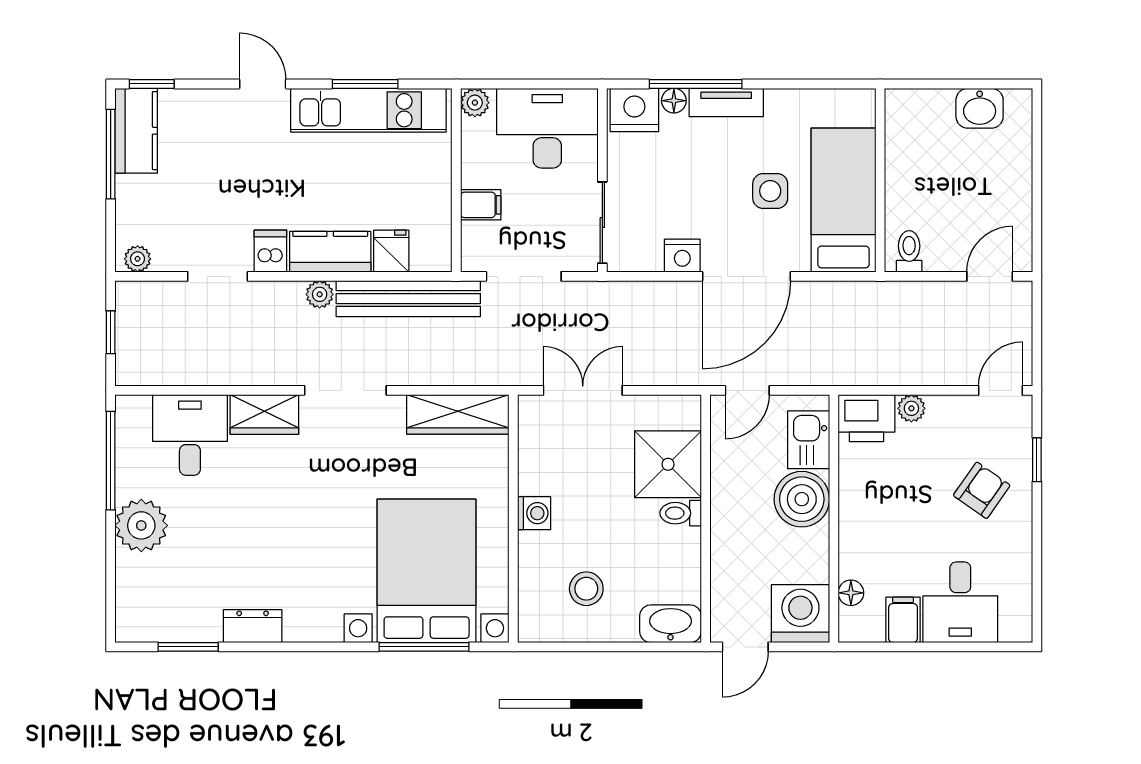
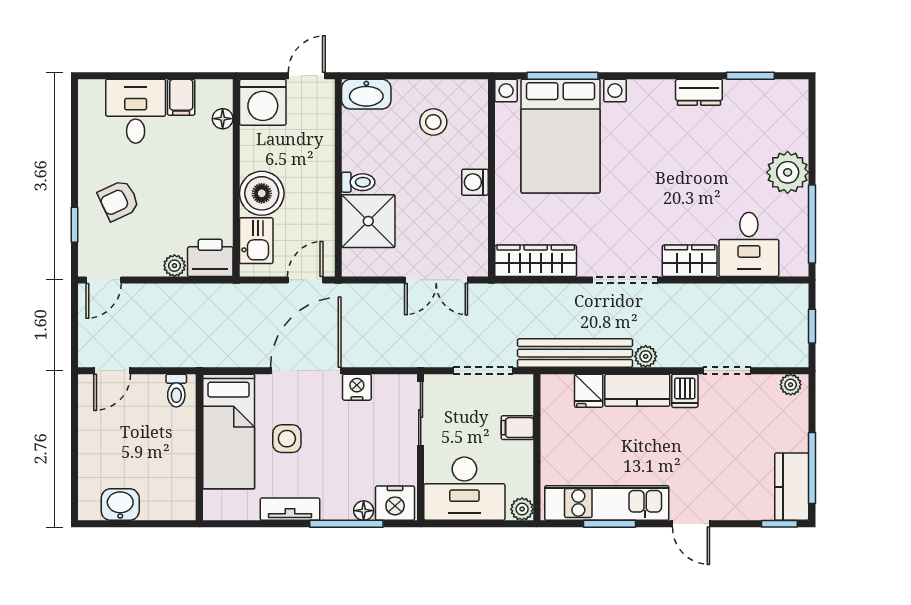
tv unit: (726, 102) -> (290, 509), moved
armchair: (982, 490) -> (119, 200), turned 30

